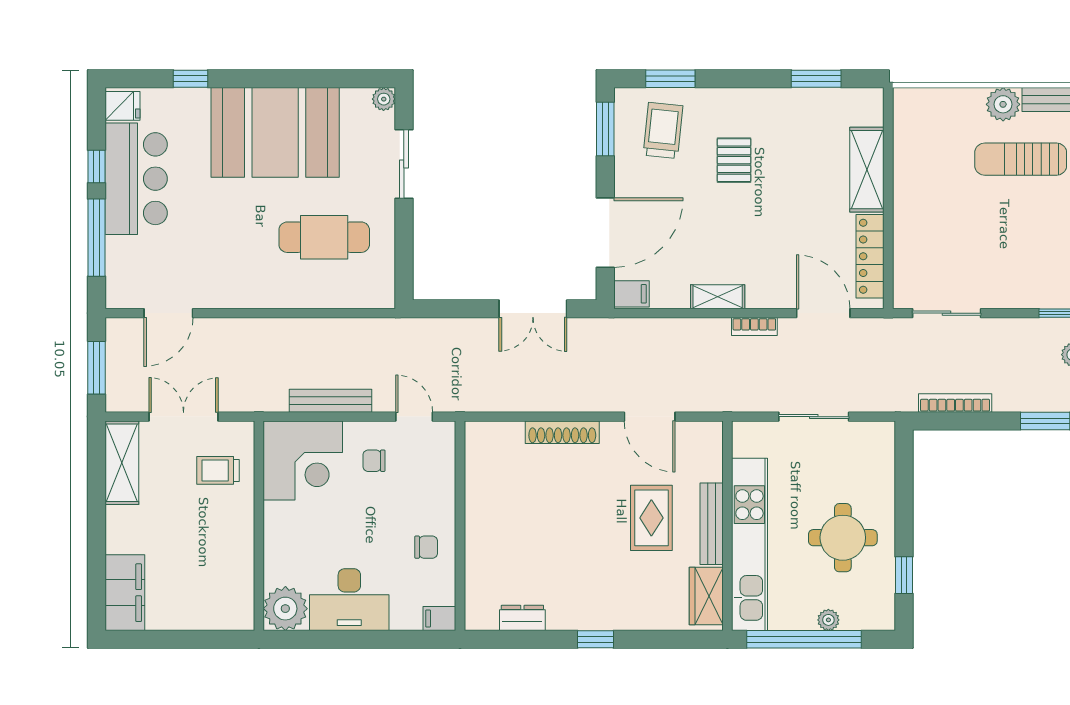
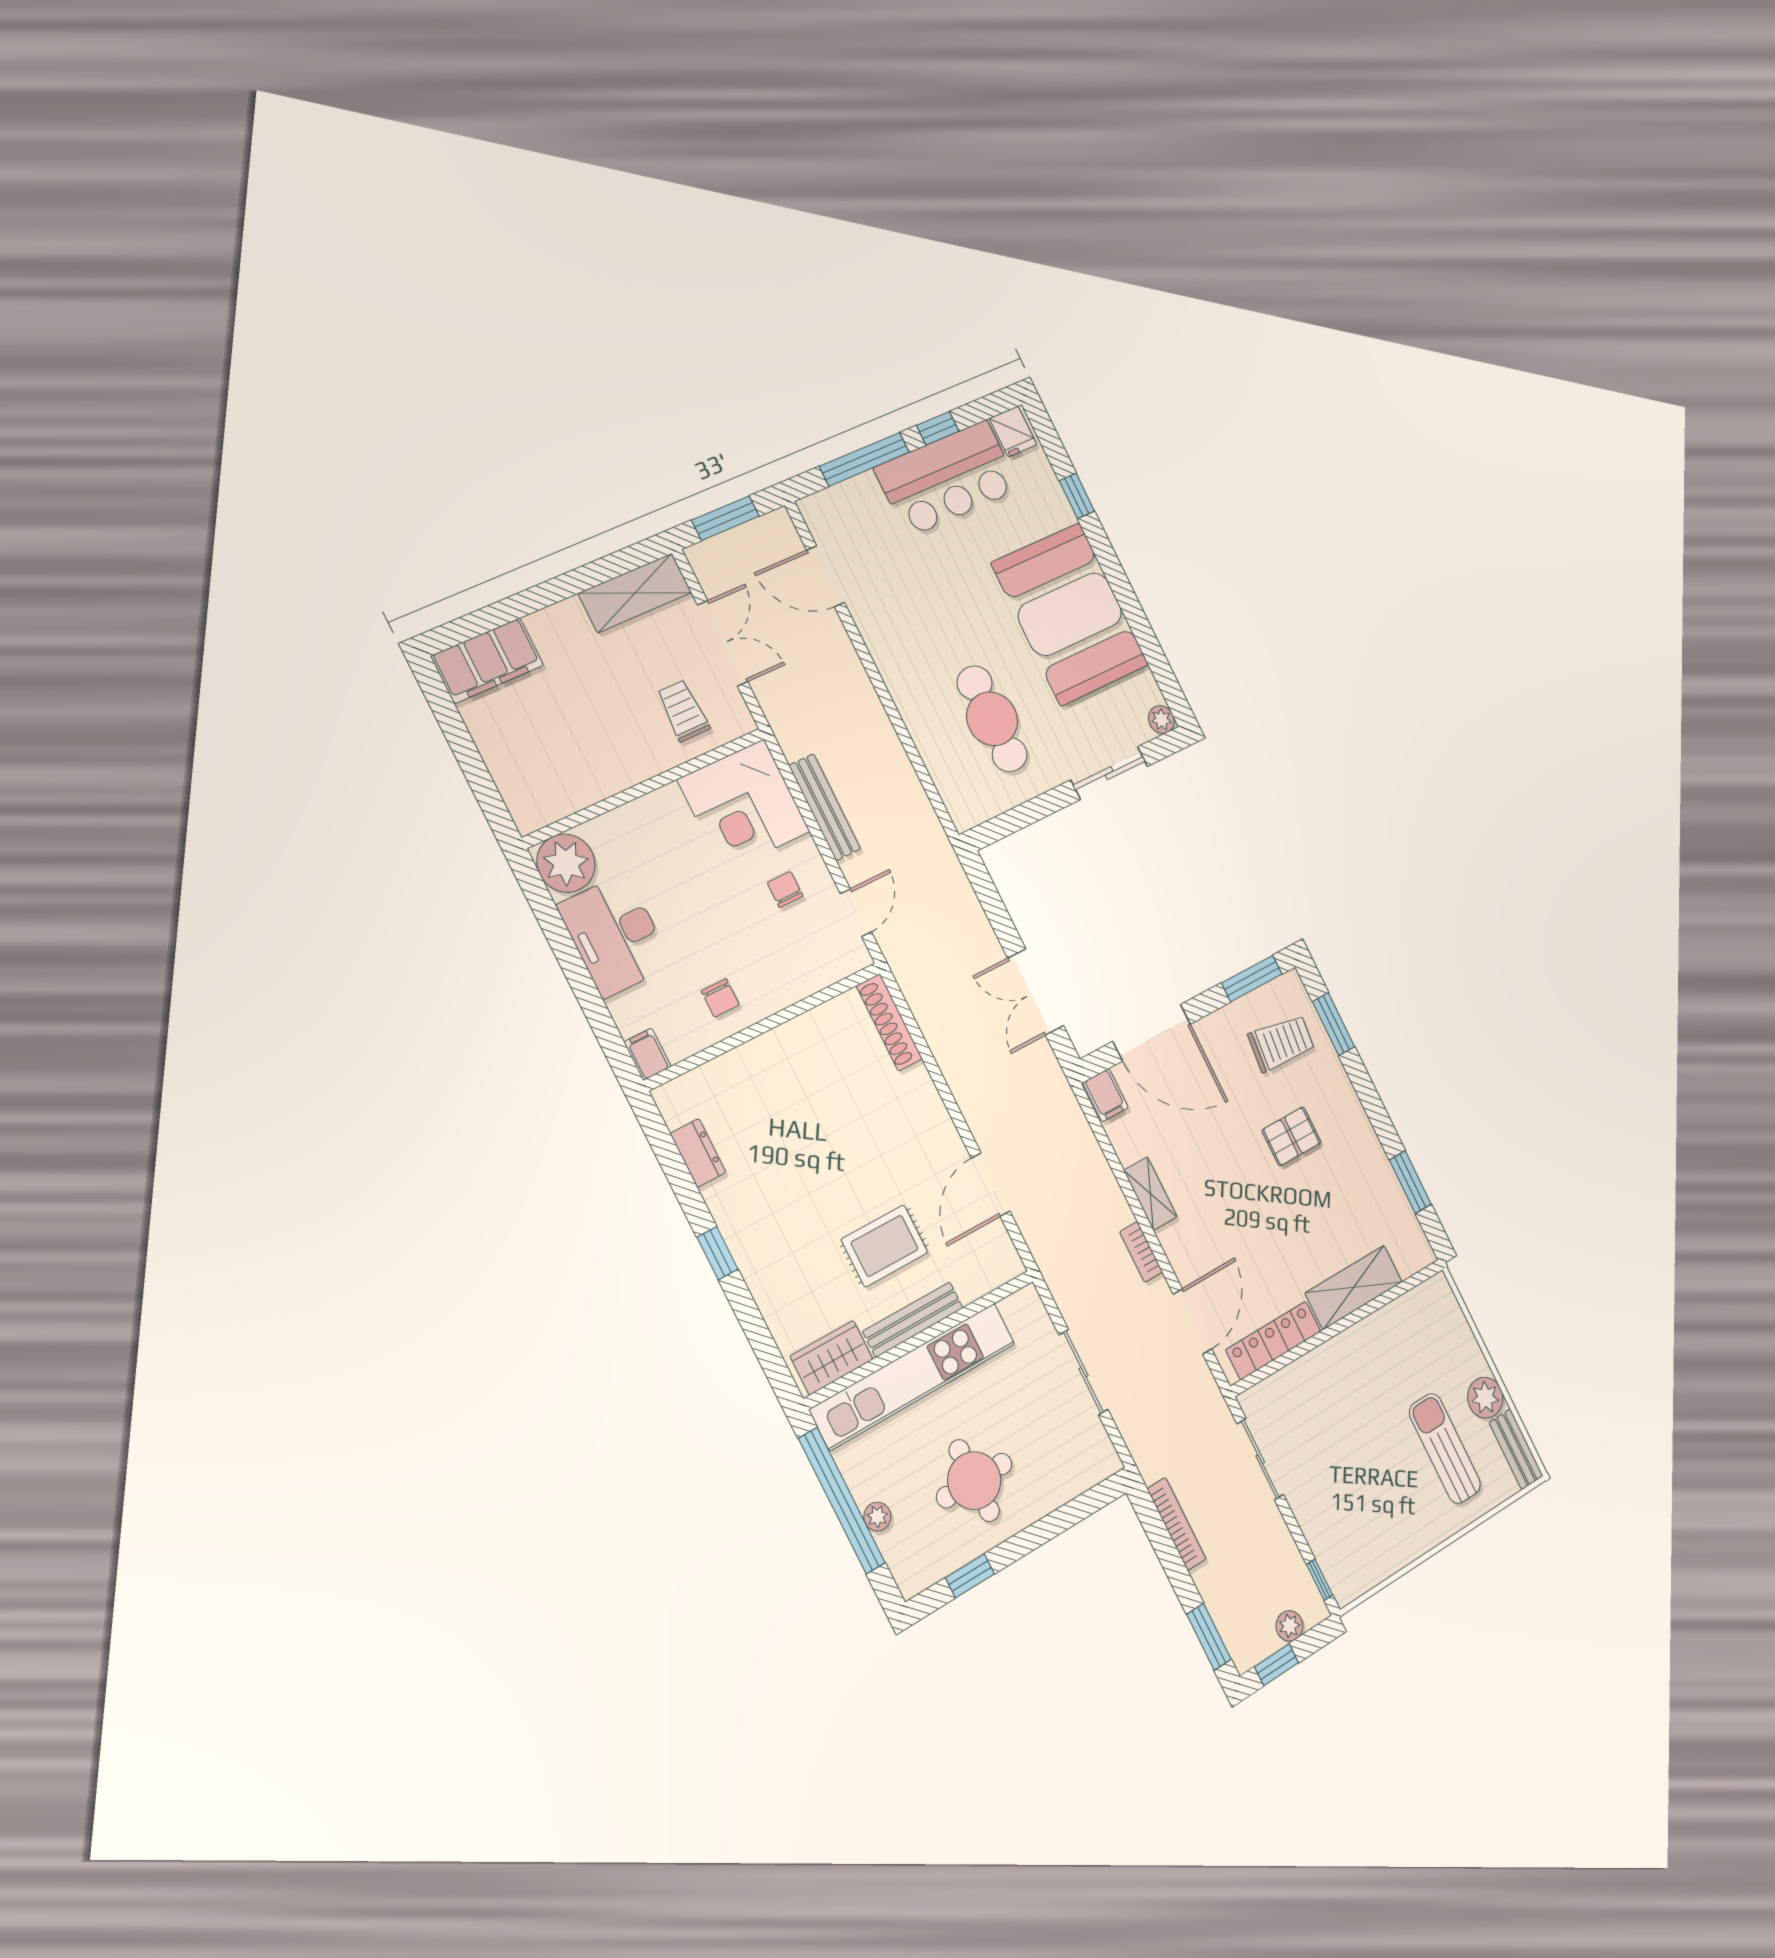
shoe rack: (562, 432) -> (889, 1022), moved

